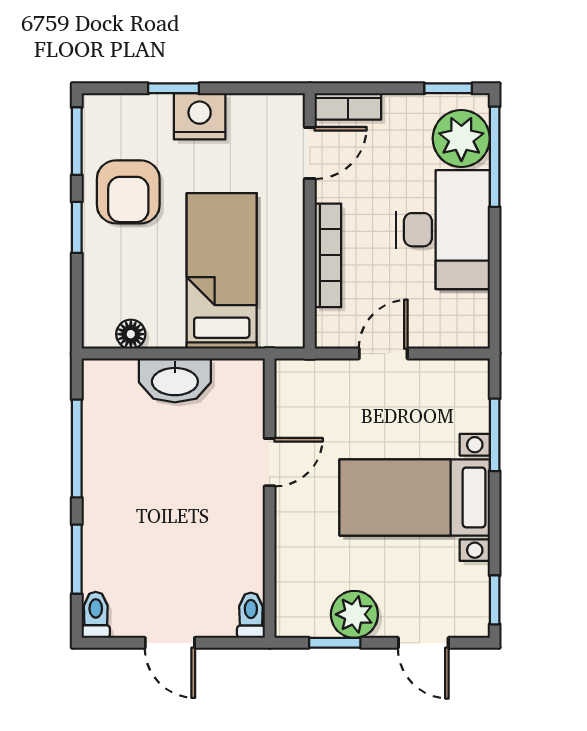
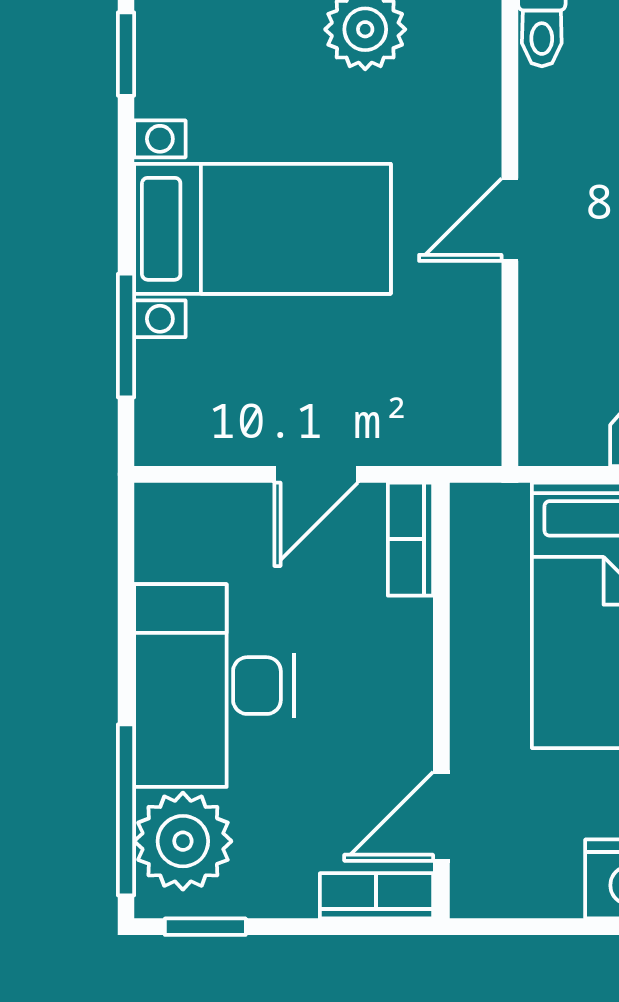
bookcase: (328, 255) -> (410, 539), moved, width x0.64
door: (270, 462) -> (510, 220), moved

